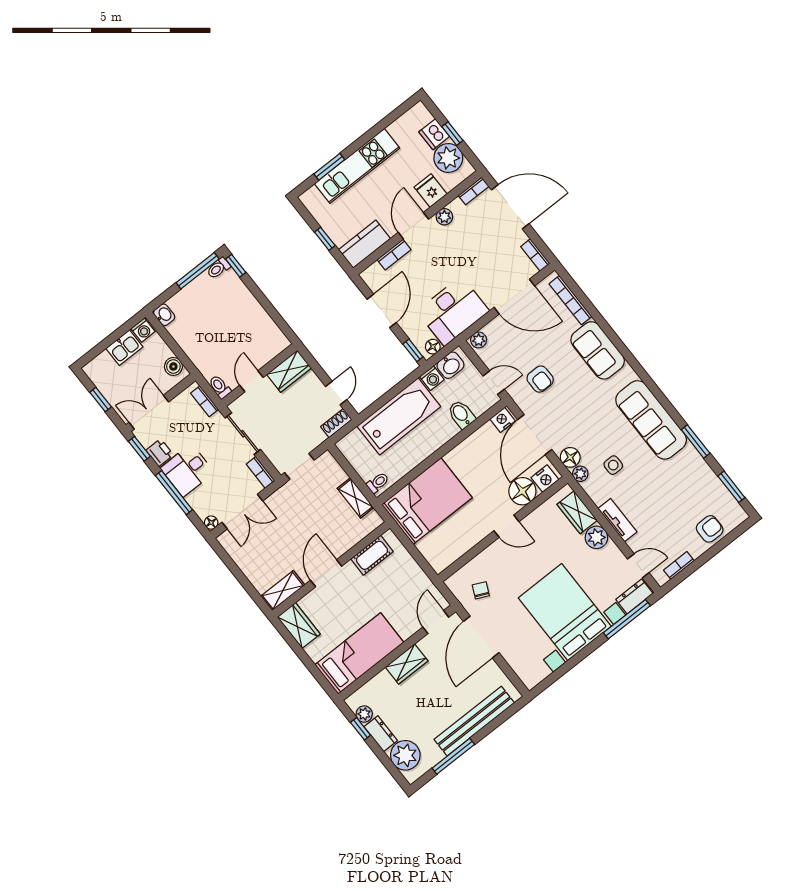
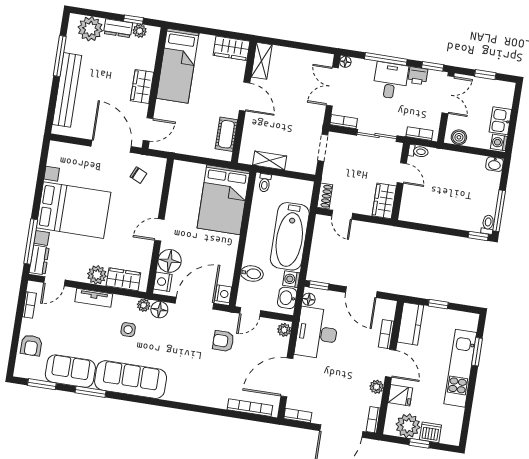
sofa: (598, 350) -> (70, 371), moved
door: (535, 435) -> (195, 303), hinge flipped
door: (436, 622) -> (148, 129), hinge flipped

